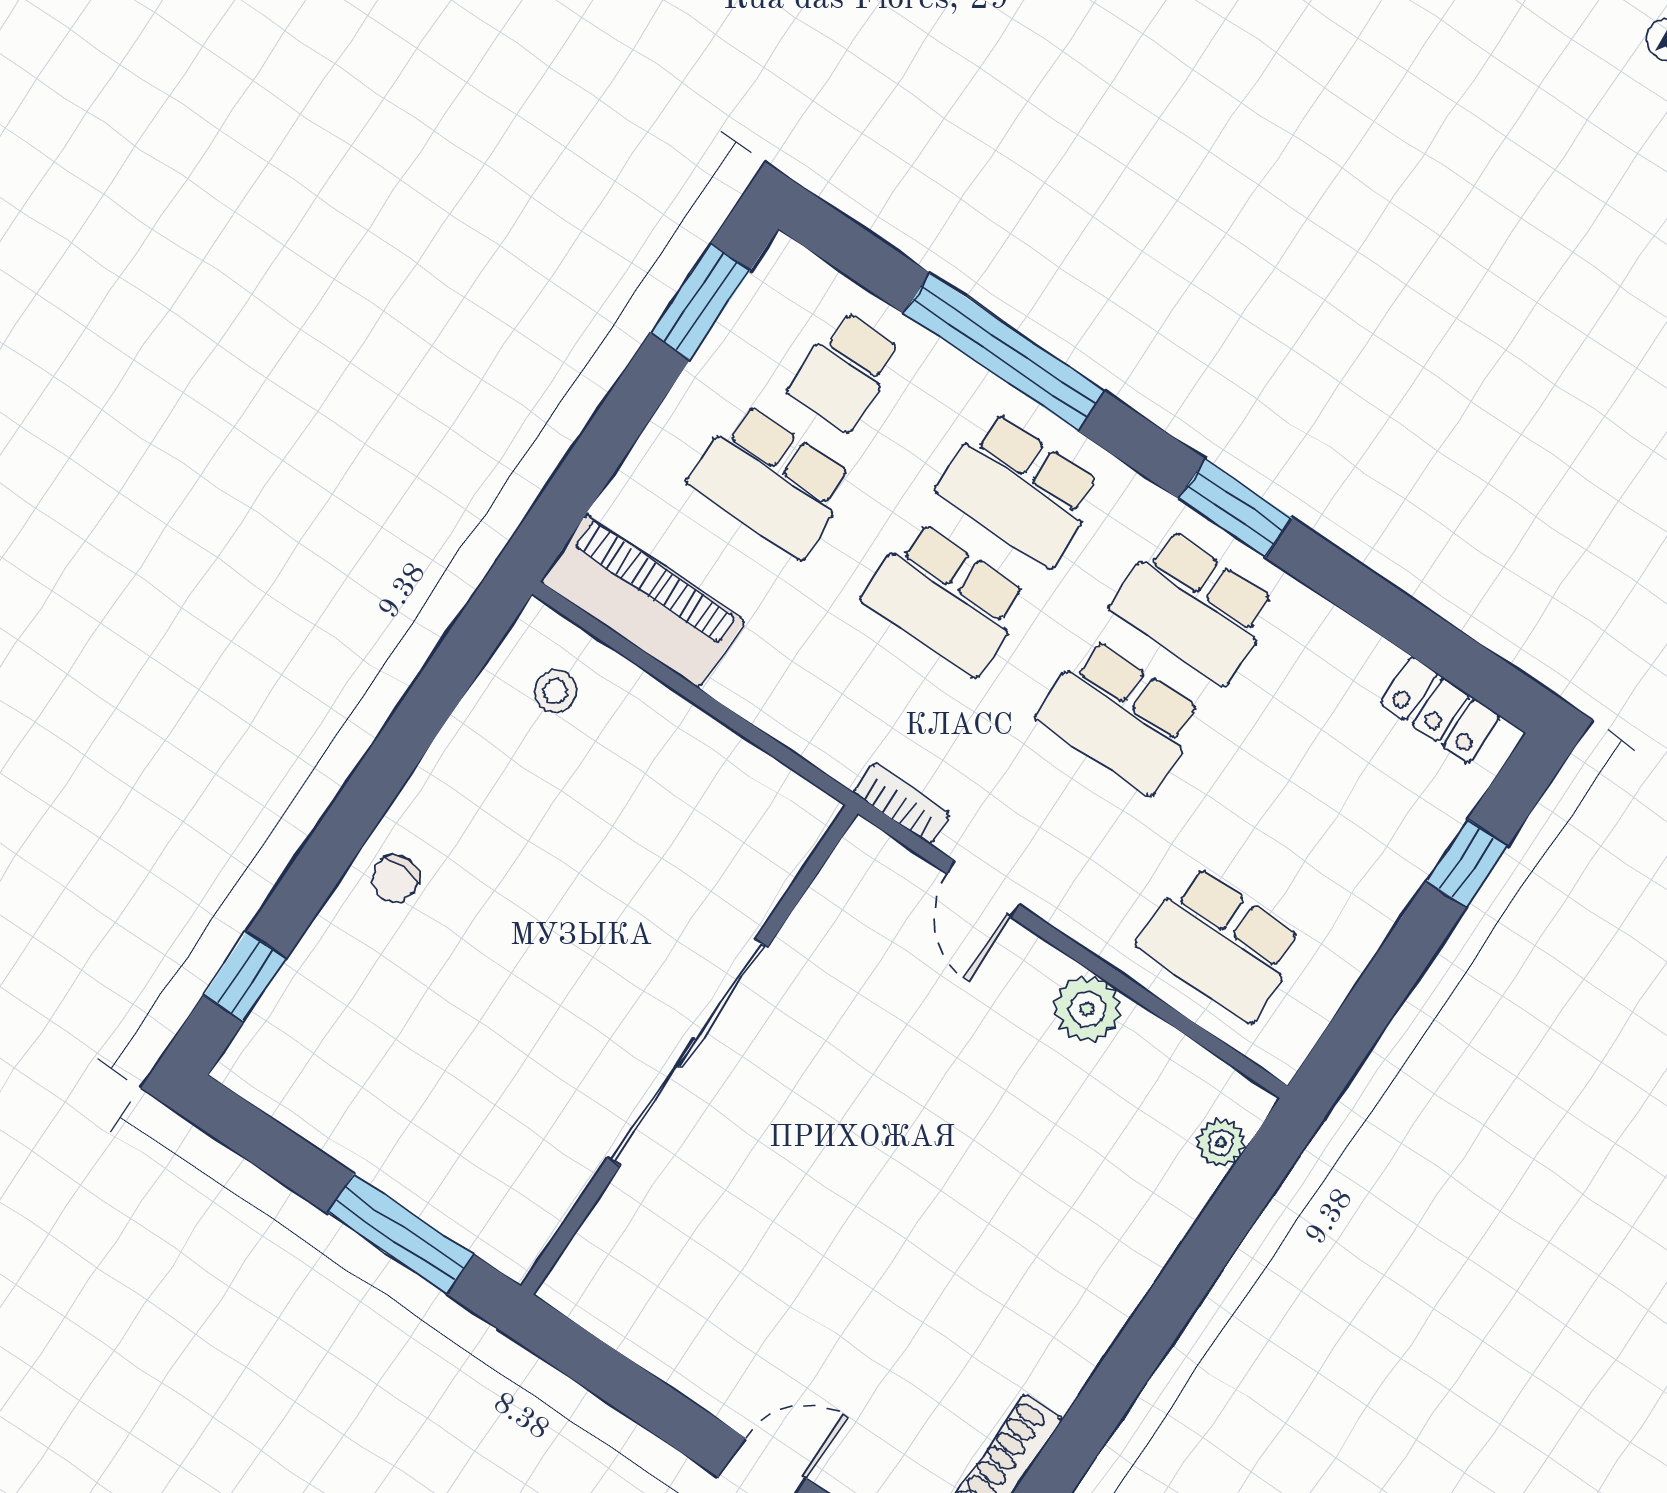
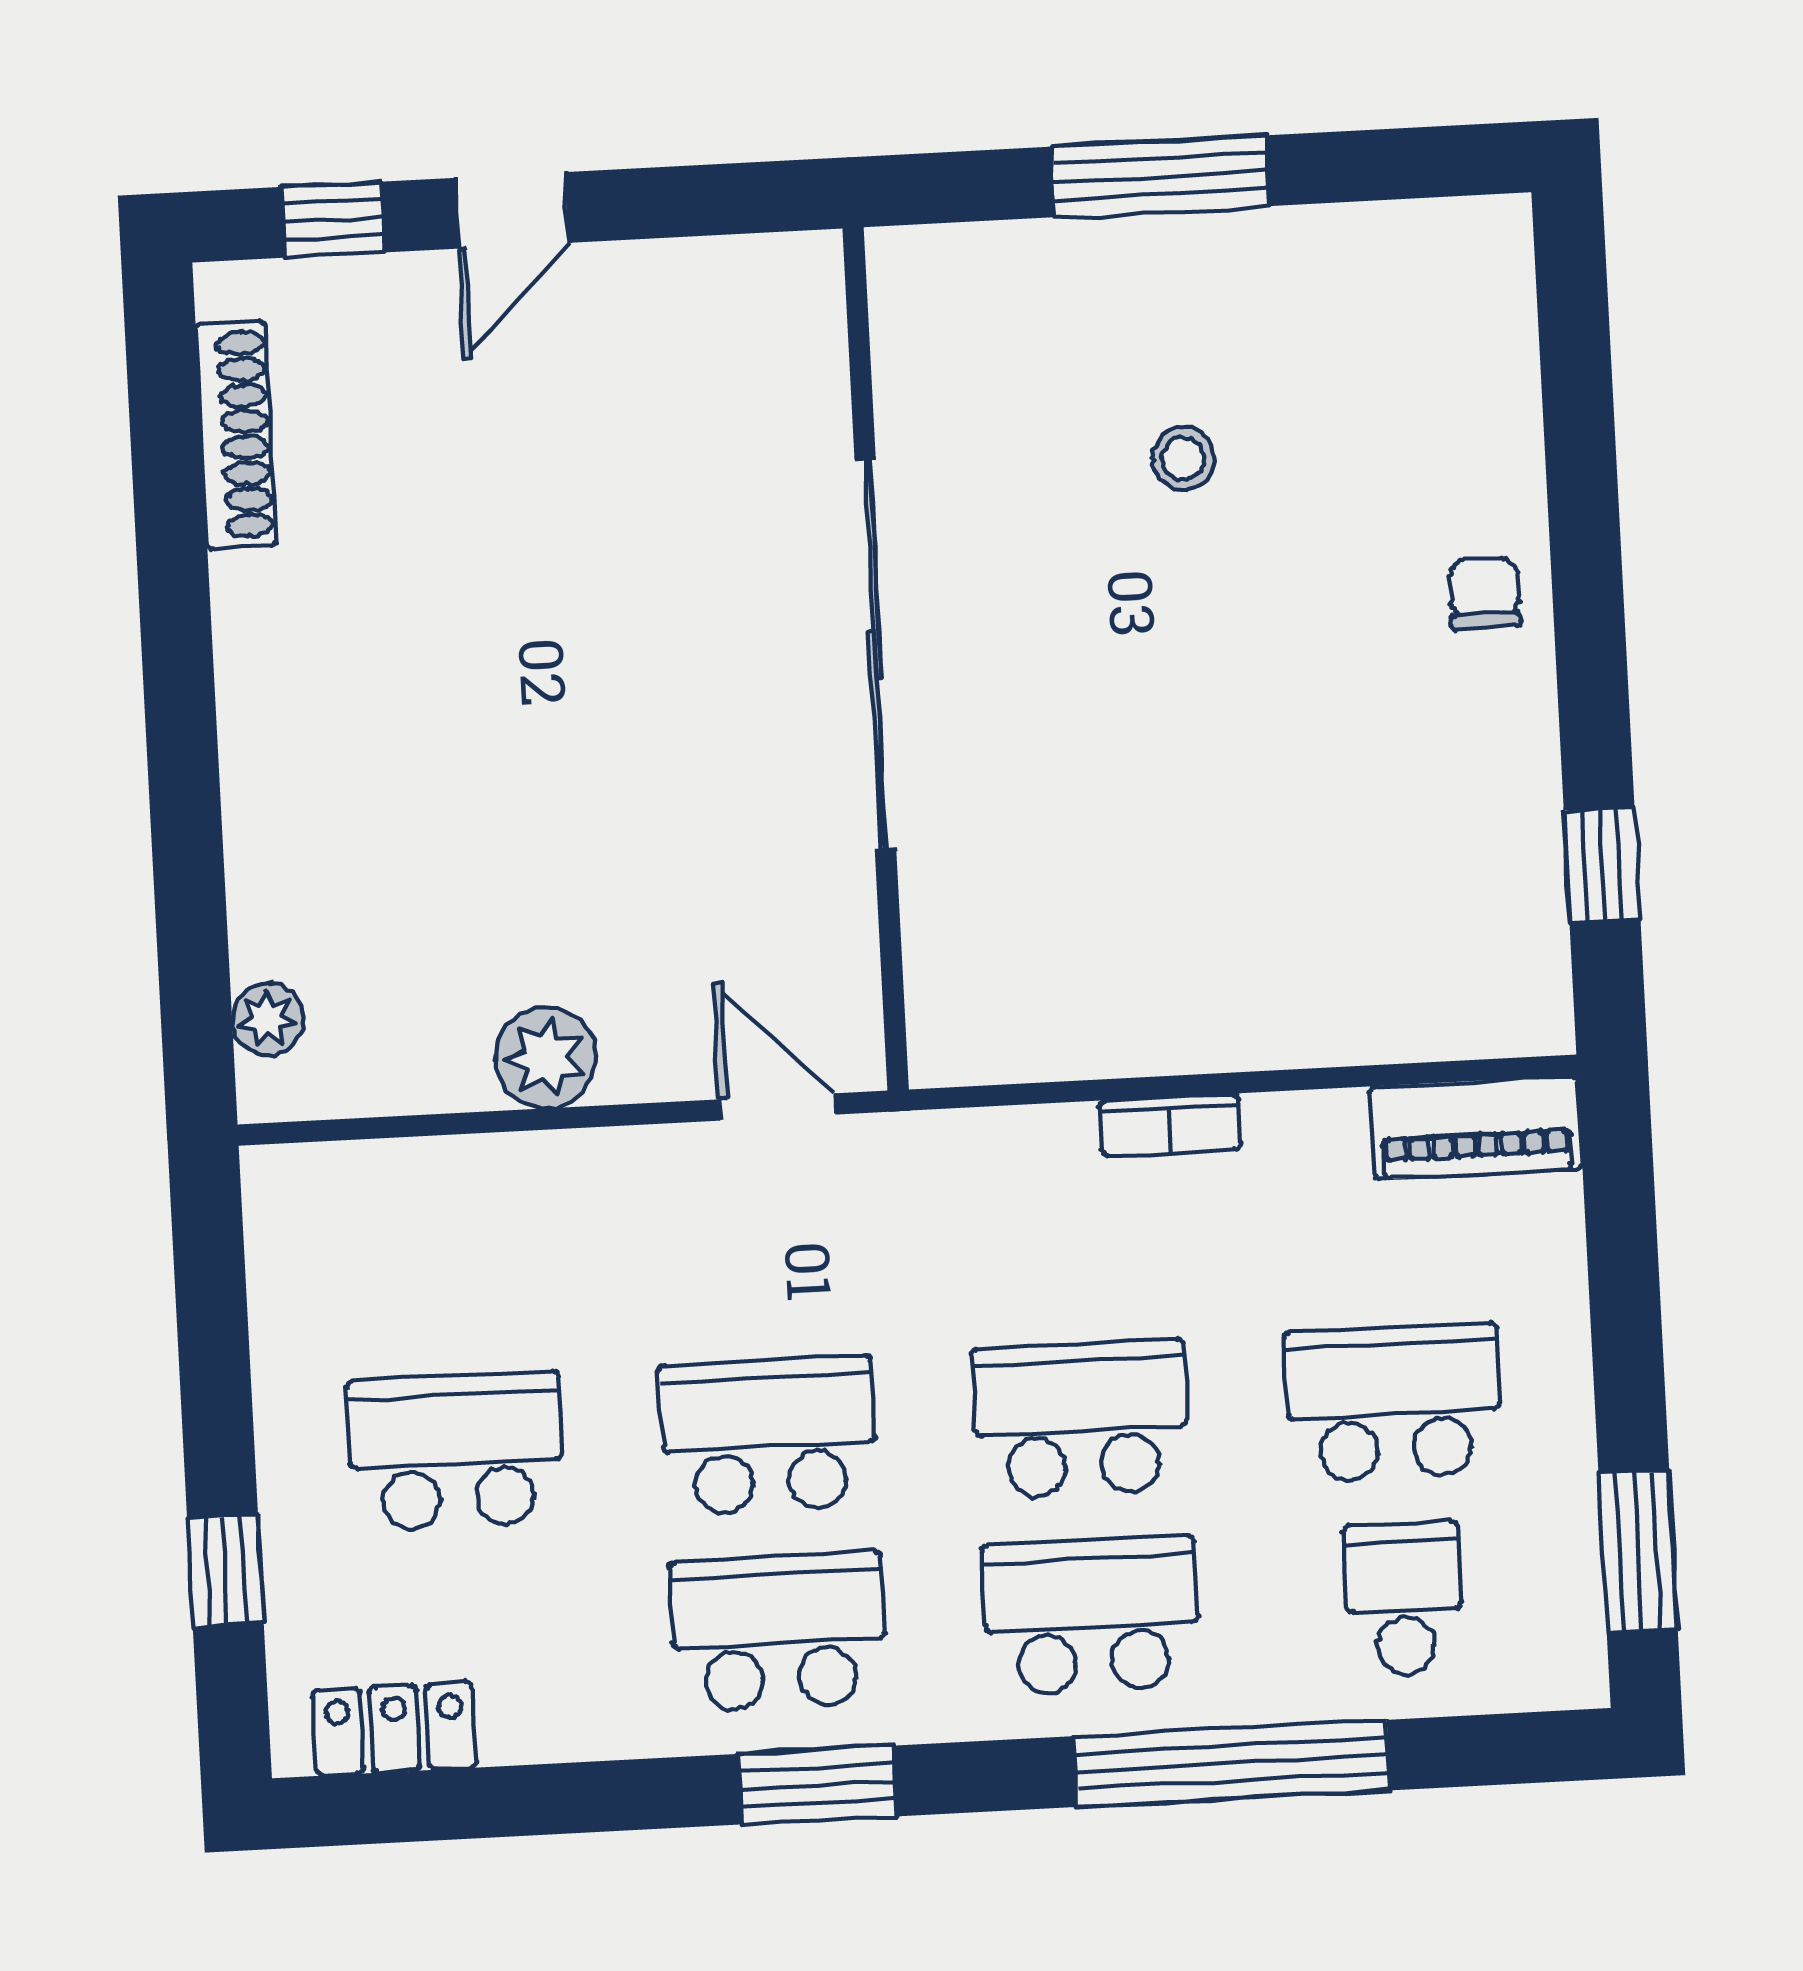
piano: (643, 601) -> (1476, 1128), width x0.73, depth x0.75
stool: (556, 691) -> (1183, 459), moved
bookcase: (902, 803) -> (1170, 1125), moved
school desk: (1221, 944) -> (456, 1451), moved
window: (245, 977) -> (1602, 865), moved
wall: (689, 1050) -> (876, 659), moved
sliding door: (688, 1052) -> (875, 654), moved

